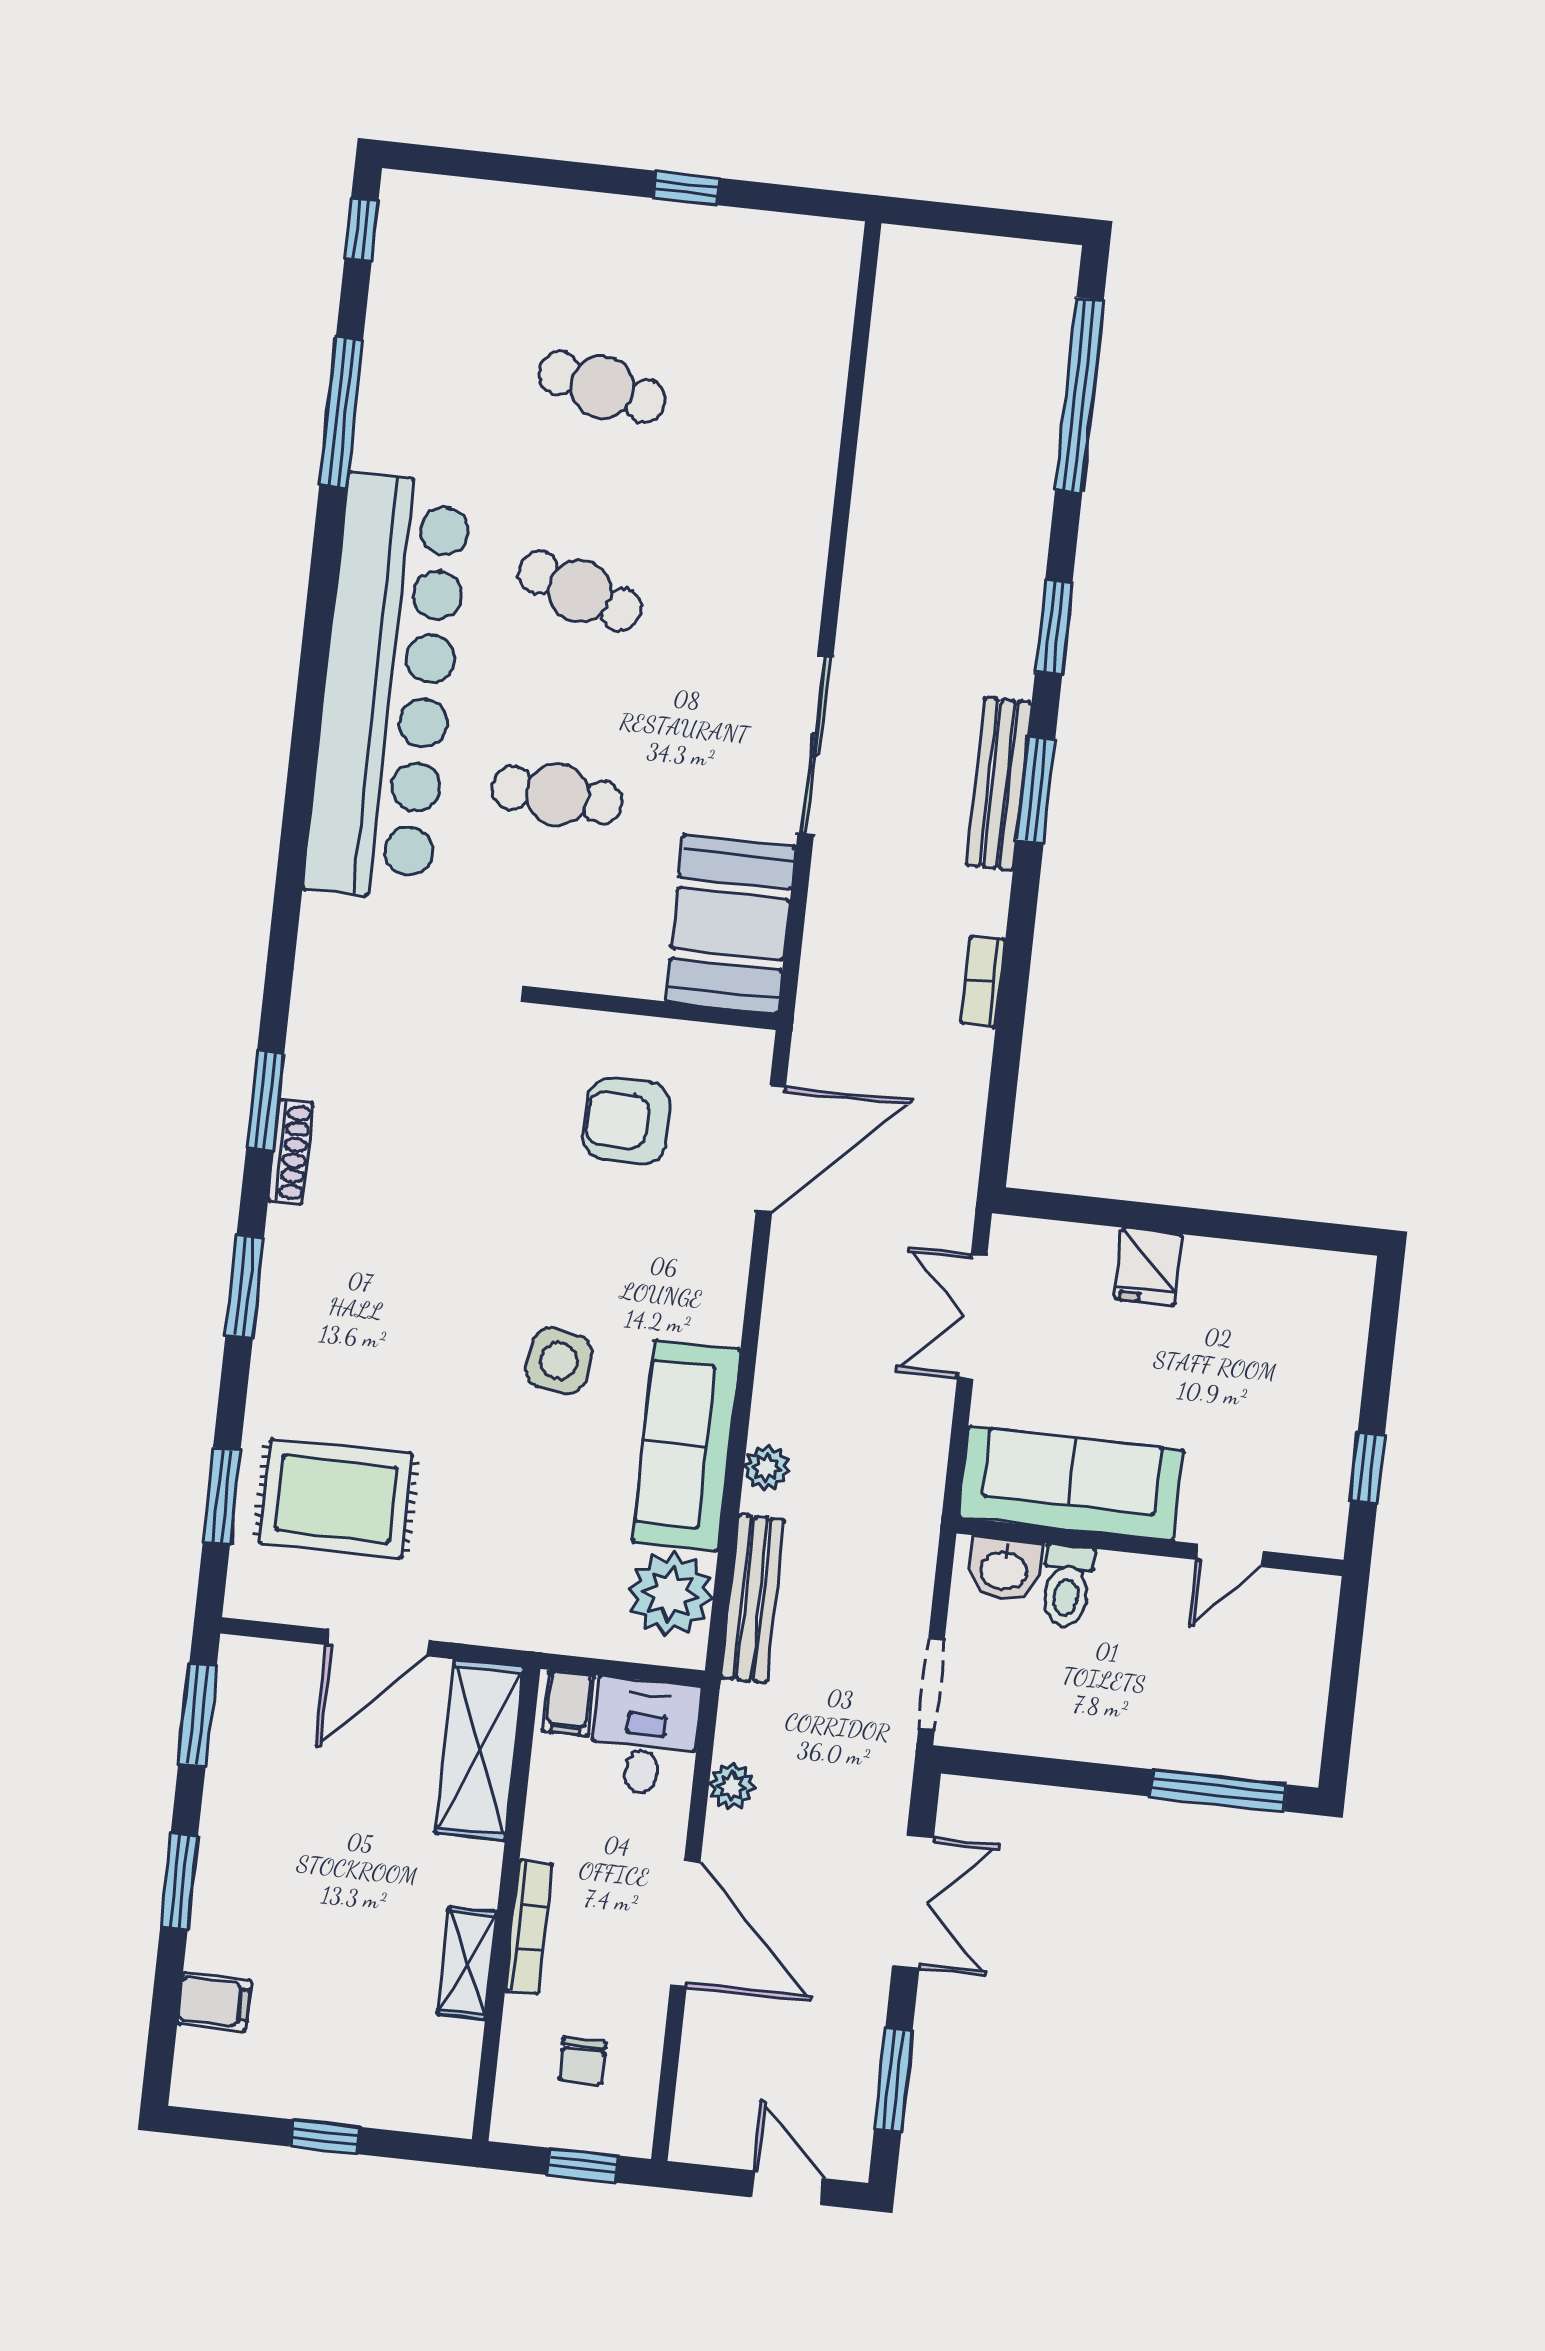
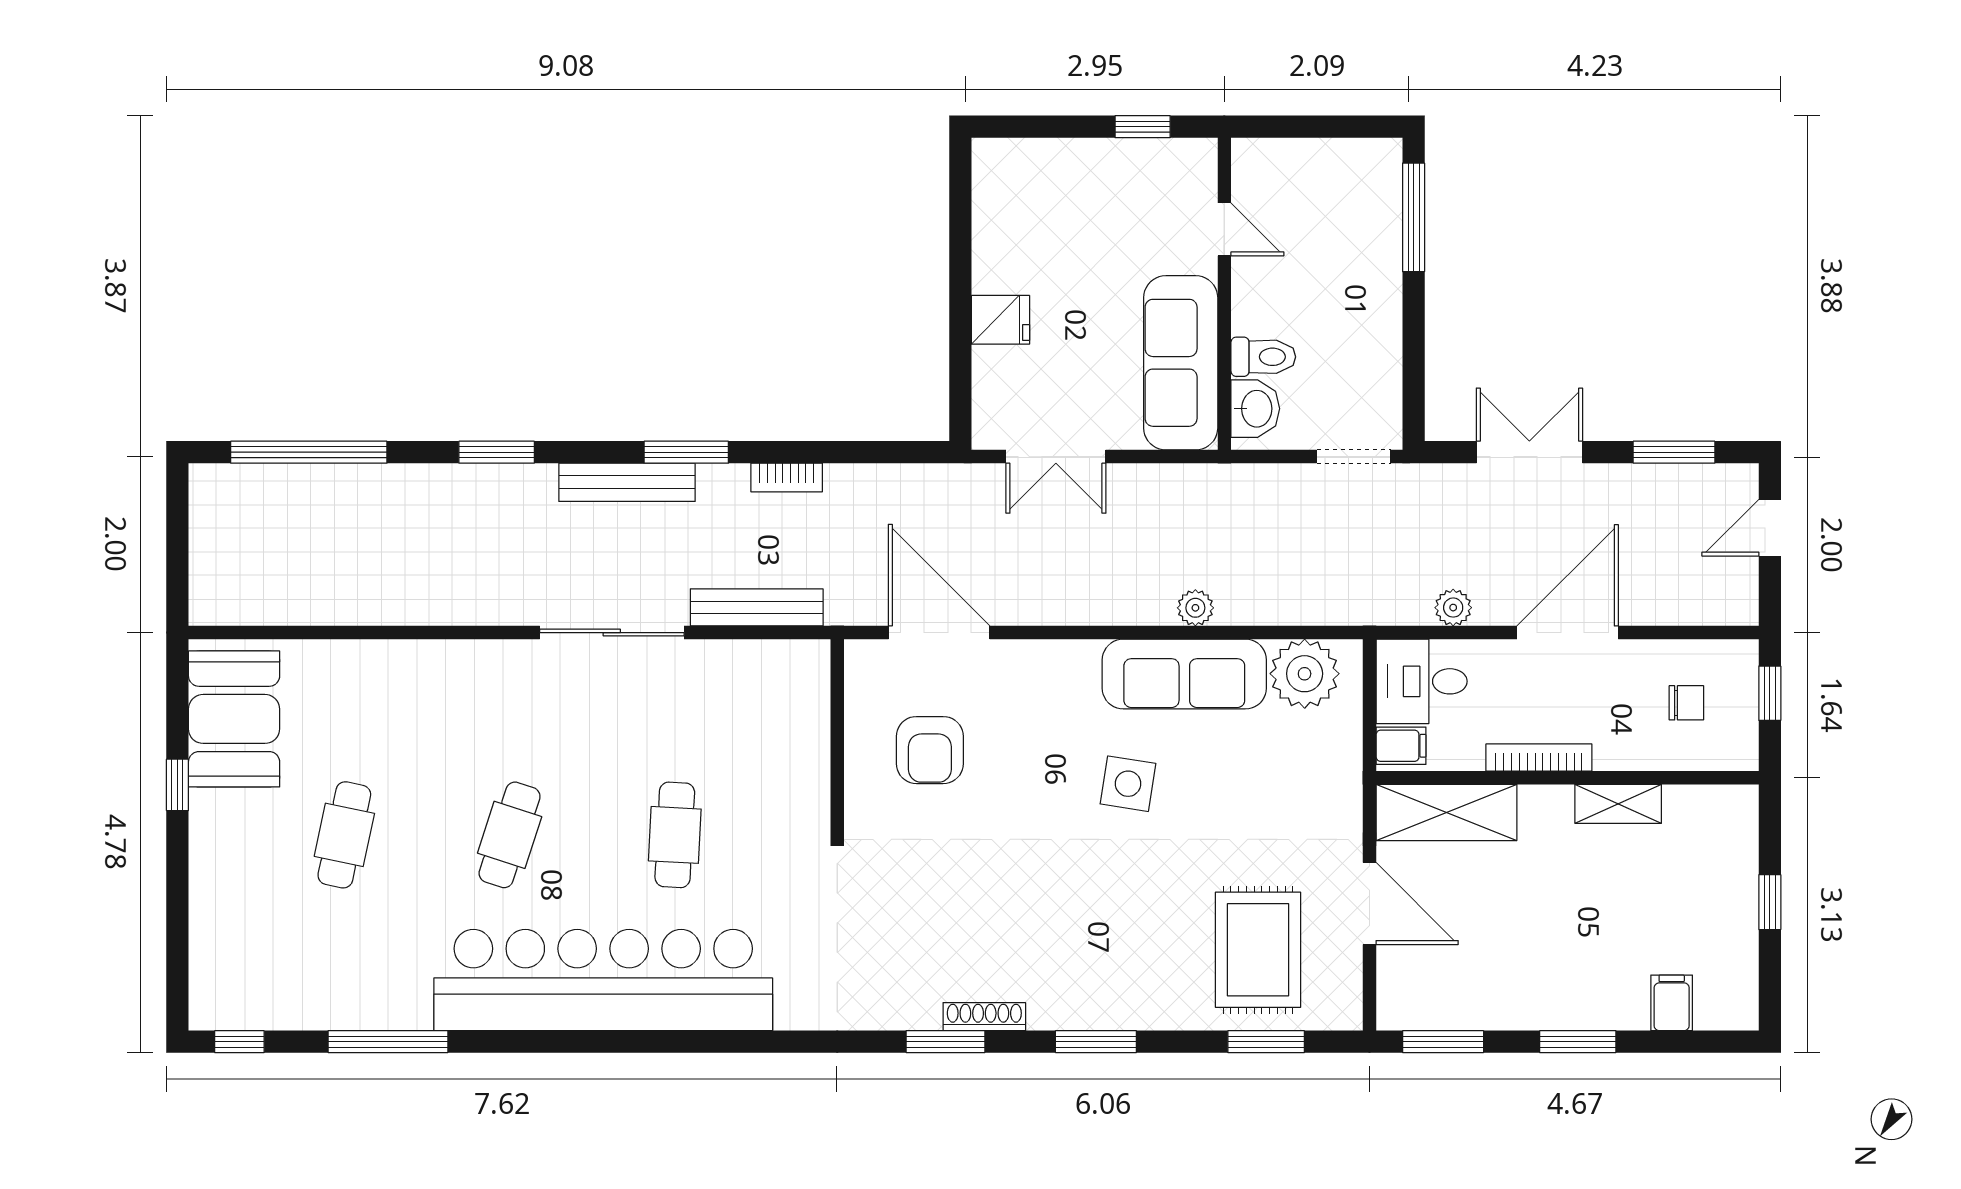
window: (1036, 789) -> (686, 452), moved
booth: (731, 924) -> (234, 719), moved, turned 90
bench: (753, 1599) -> (757, 607), moved
bookcase: (529, 1927) -> (1539, 758), moved

